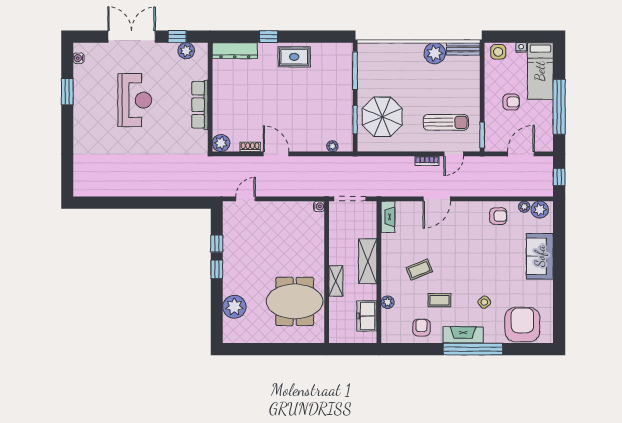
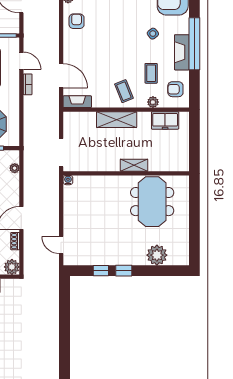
fireplace: (388, 217) -> (77, 102), moved
shelving: (368, 261) -> (117, 120), moved
wall: (379, 272) -> (126, 110), moved
plant: (388, 302) -> (153, 102), moved
freezer: (367, 316) -> (165, 120), moved

